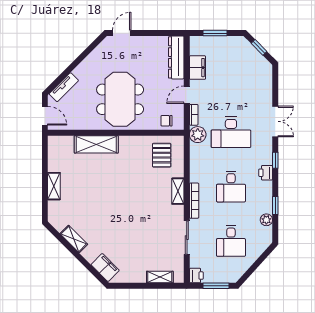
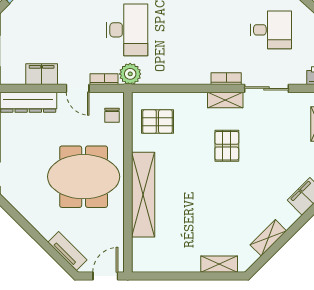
shelving: (96, 144) -> (143, 195), width x1.47
shelving: (54, 186) -> (219, 264), moved
desk: (231, 187) -> (199, 30), removed
shelving: (178, 191) -> (225, 100), moved
bookcase: (194, 201) -> (226, 79), width x0.64
pallet: (143, 208) -> (227, 146), added

